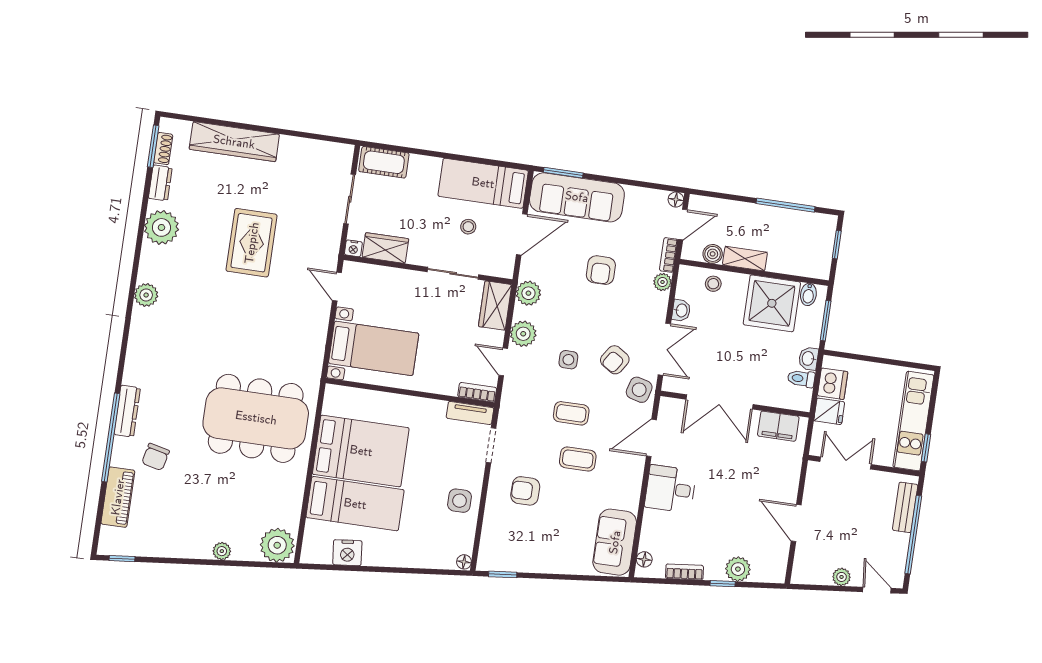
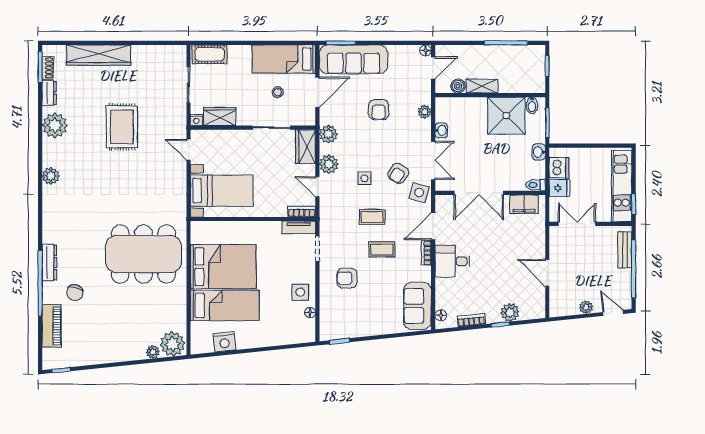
bookcase: (669, 255) -> (426, 253), moved
stool: (713, 284) -> (462, 108), removed
toilet: (801, 379) -> (536, 185), moved
plant: (222, 551) -> (153, 352), moved
floor lamp: (464, 562) -> (310, 312), moved

